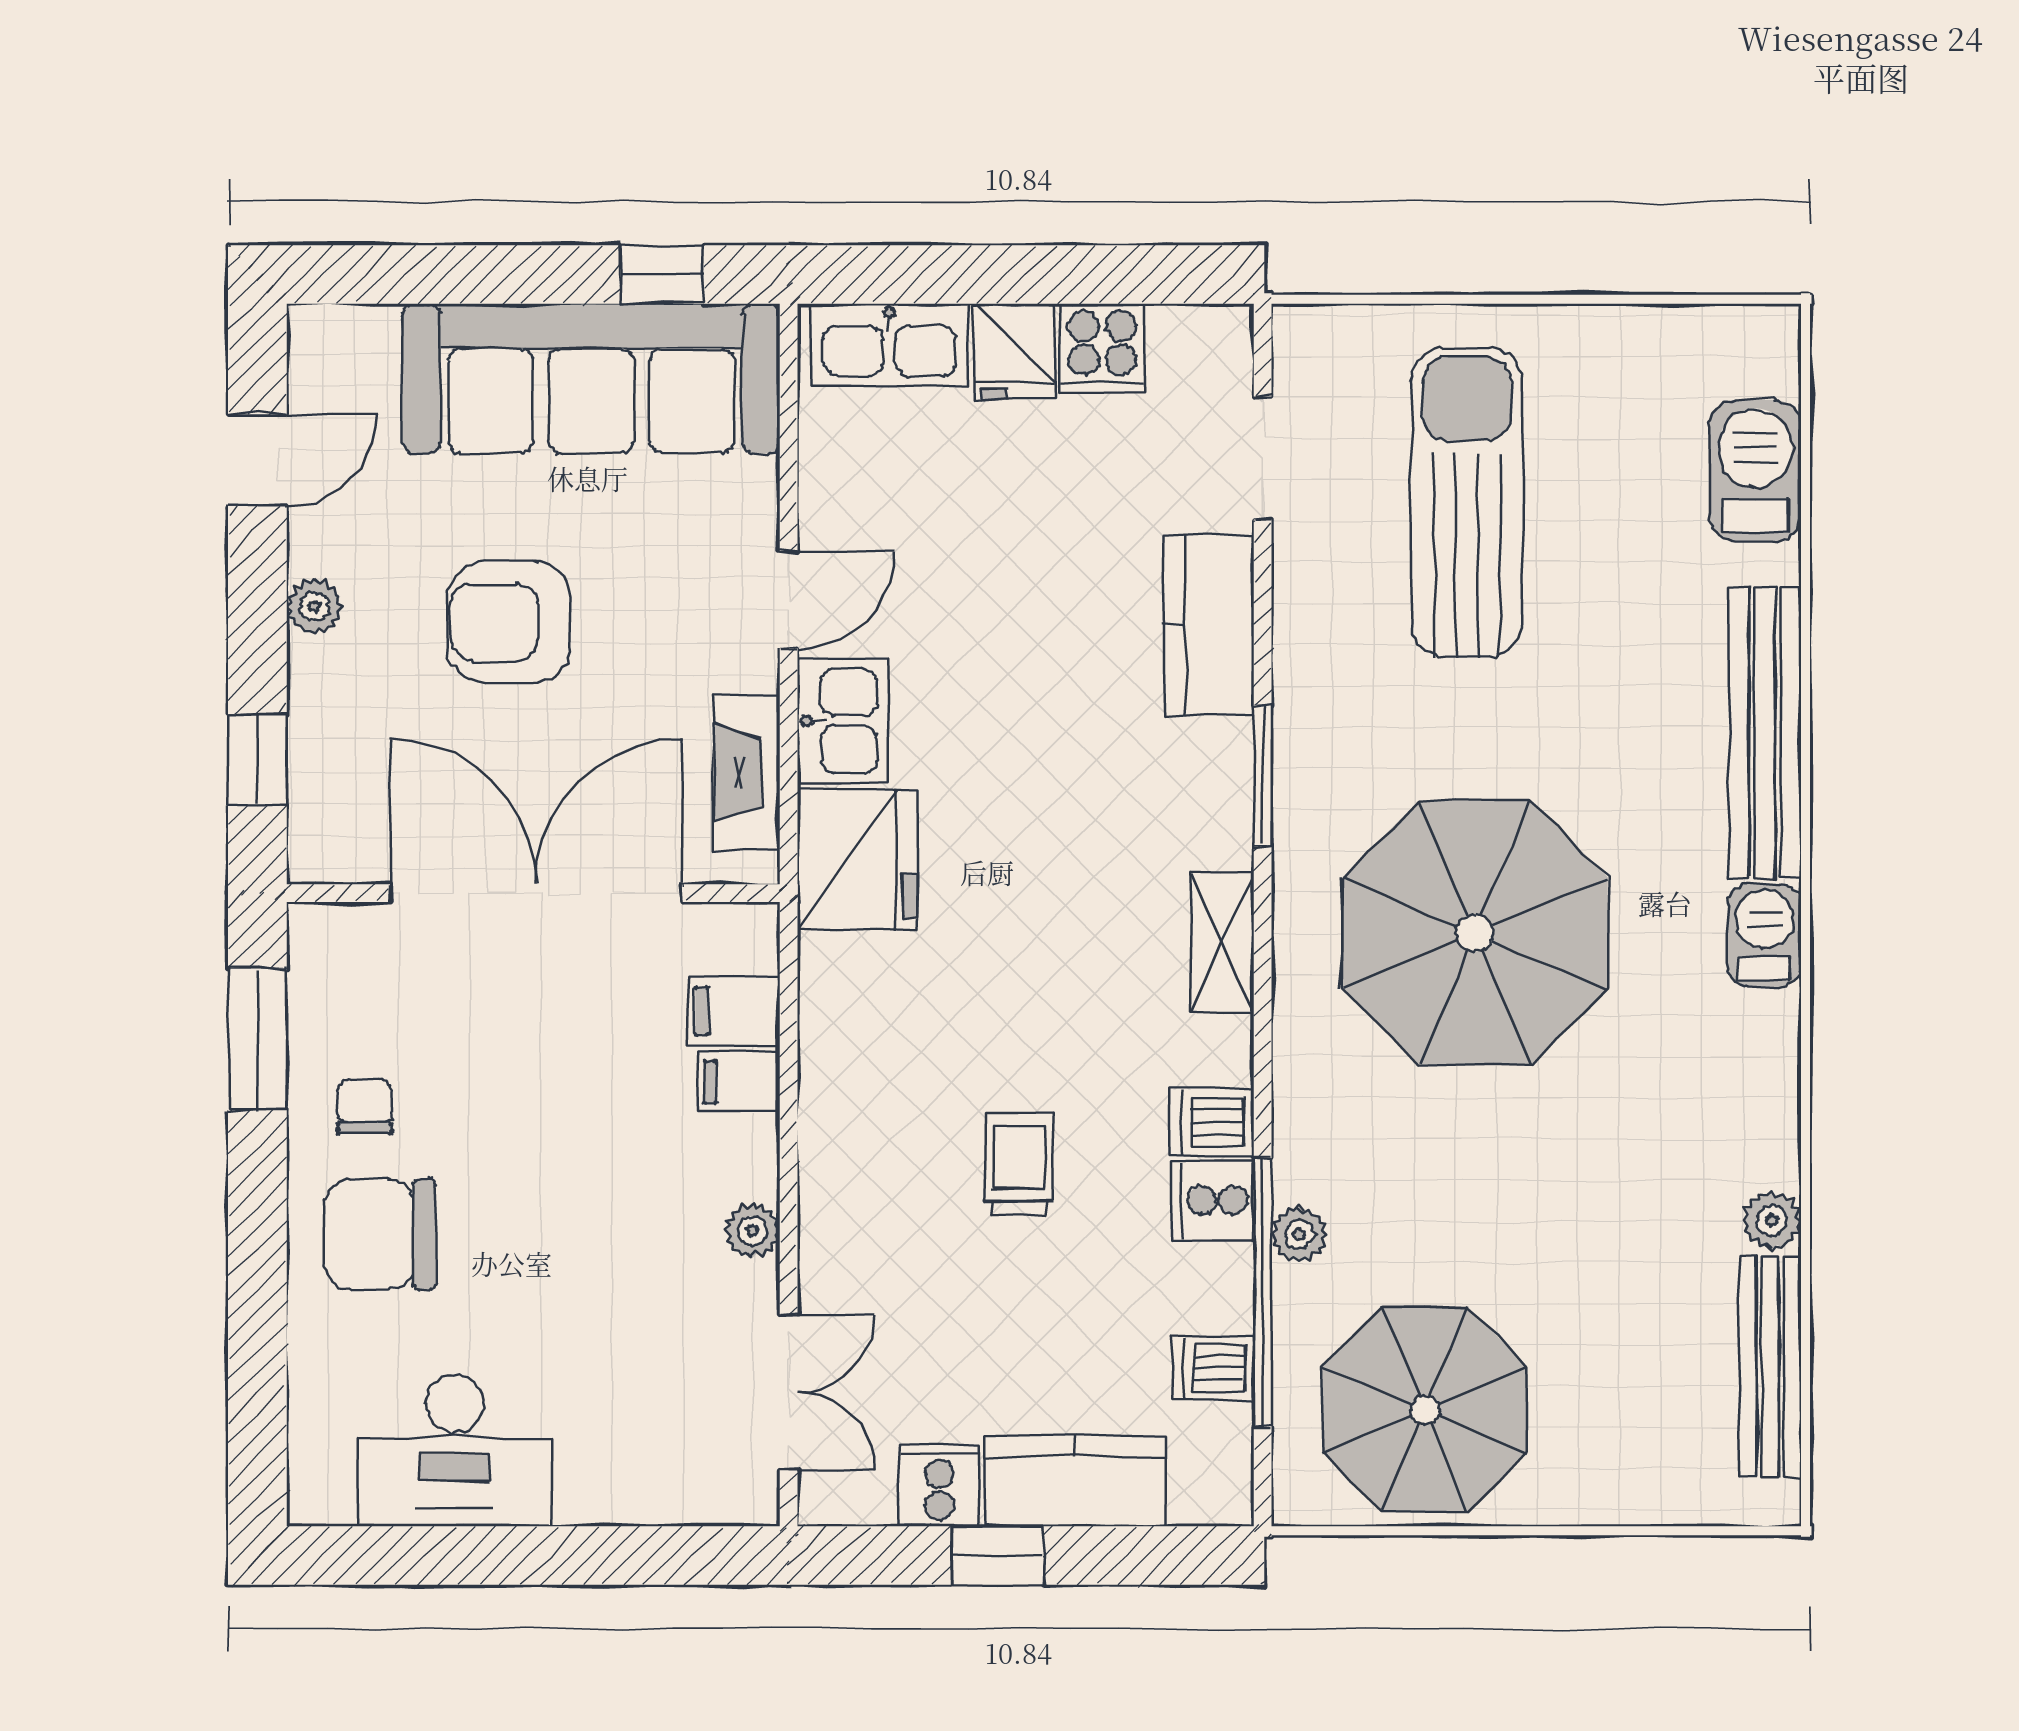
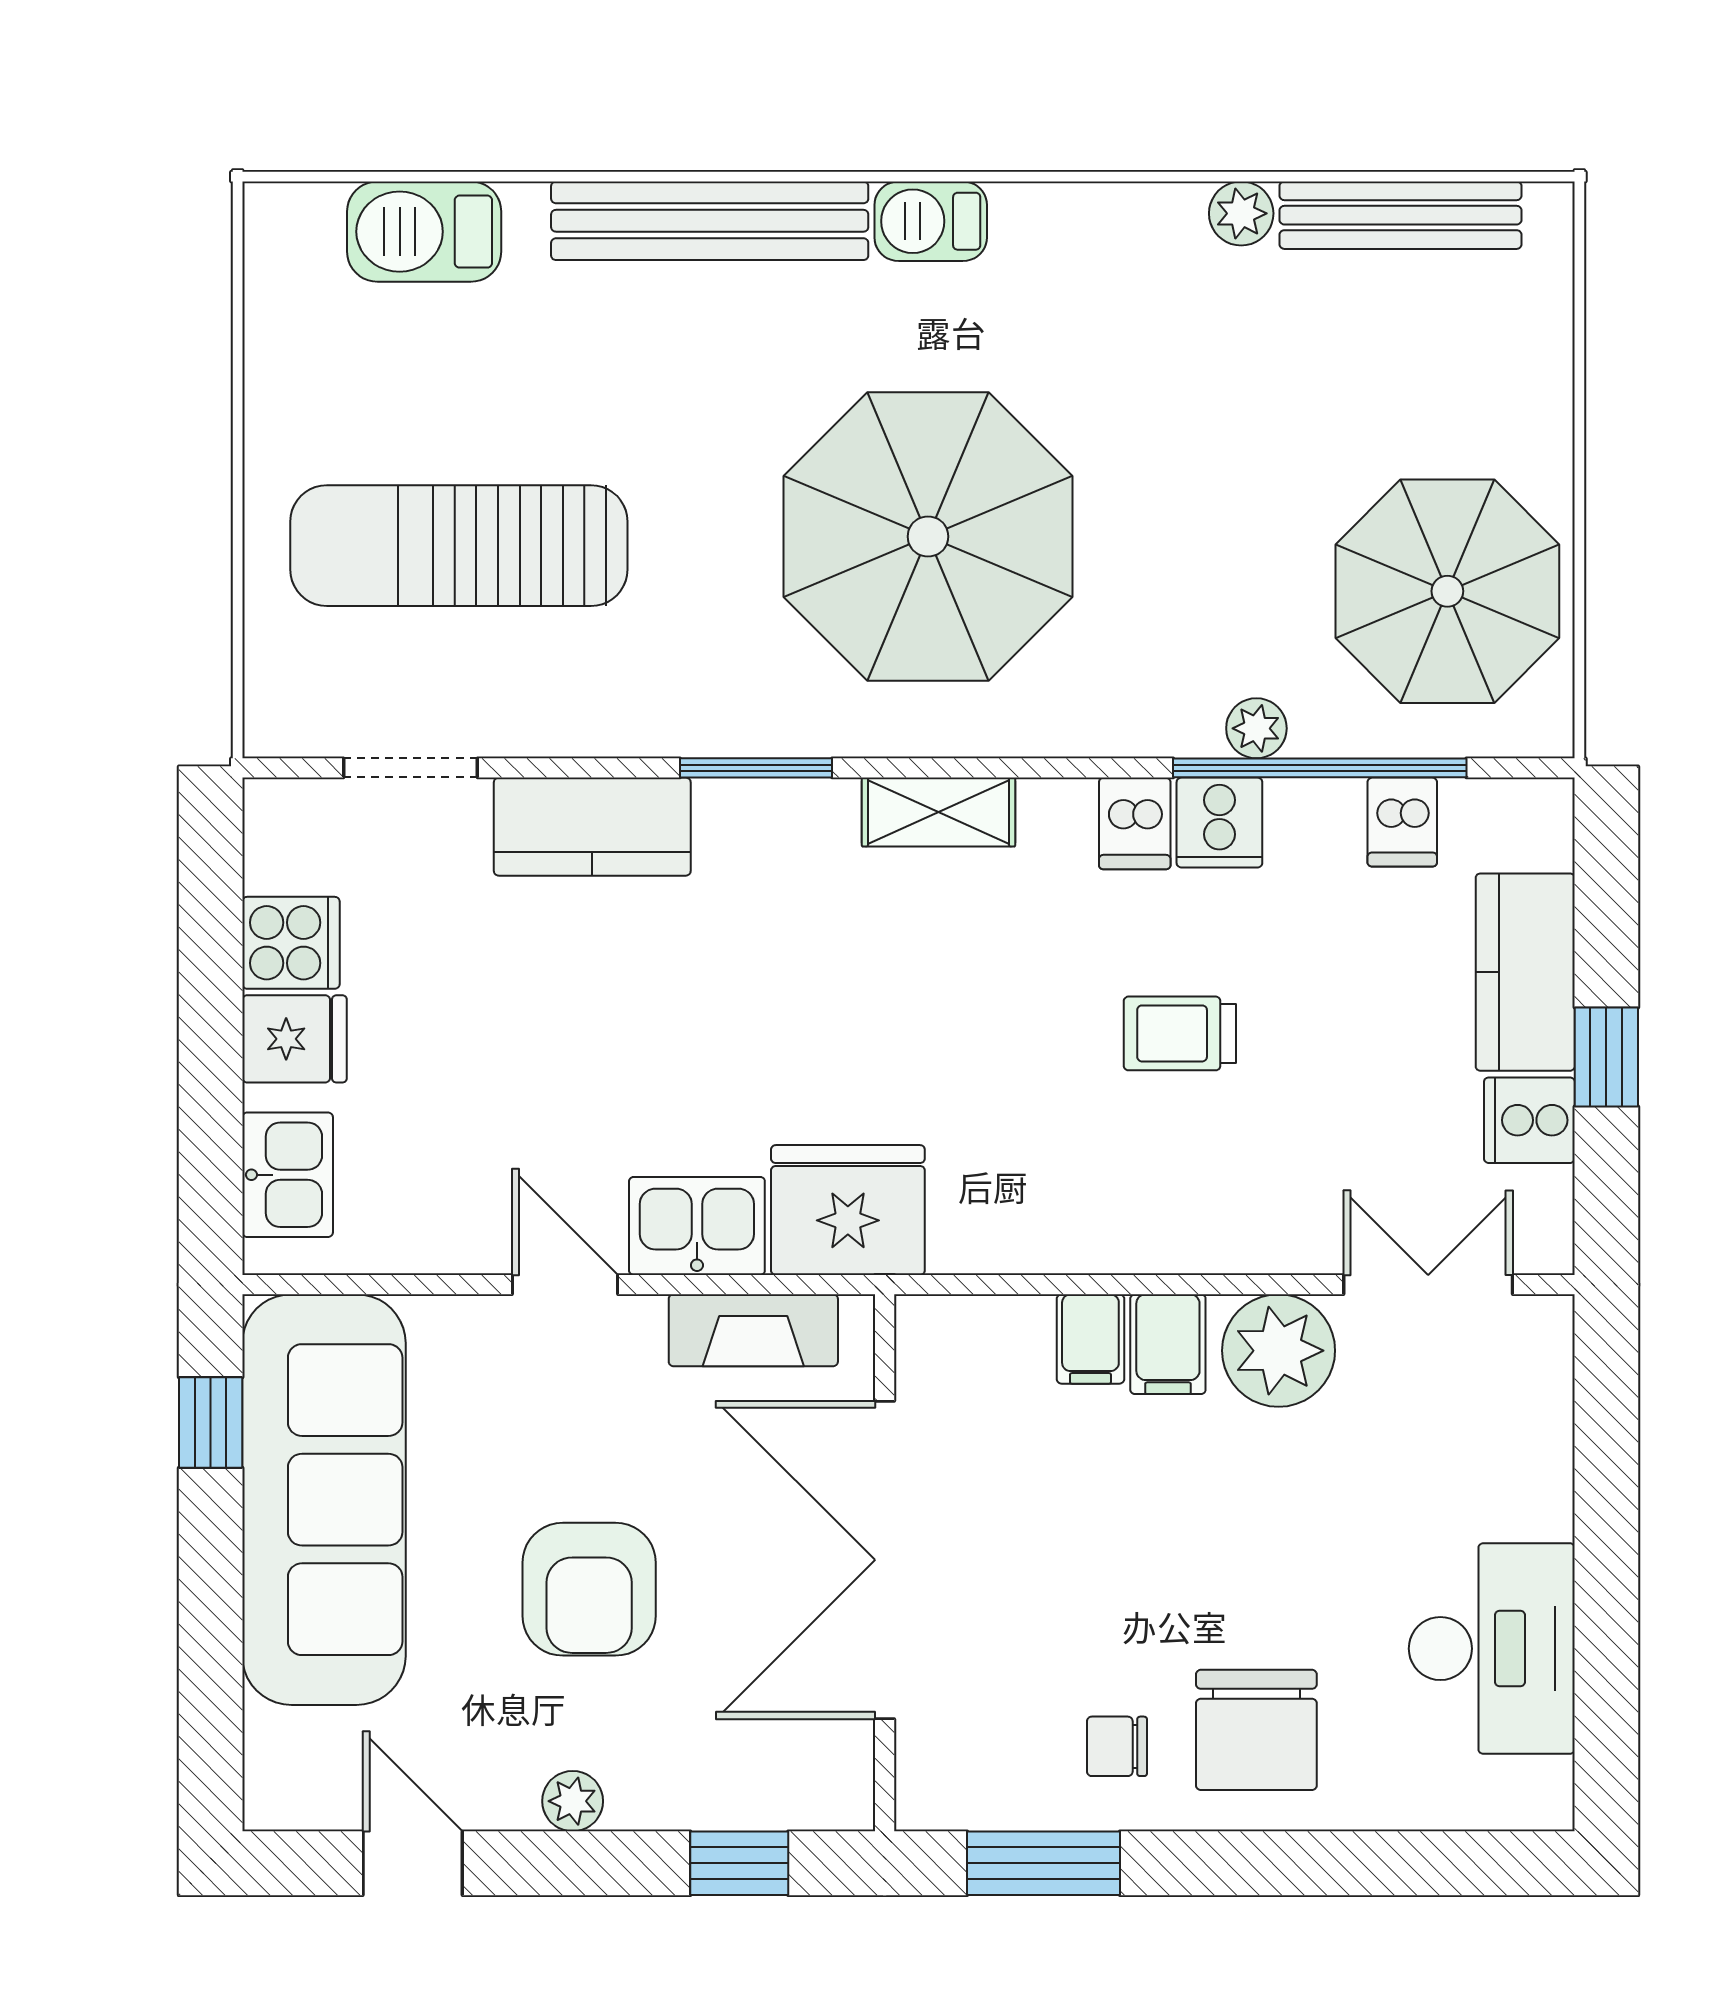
kitchen sink: (889, 345) -> (288, 1175), width x0.73
filing cabinet: (734, 1011) -> (1168, 1344), moved
plant: (752, 1231) -> (1279, 1351), width x1.87, depth x1.87

